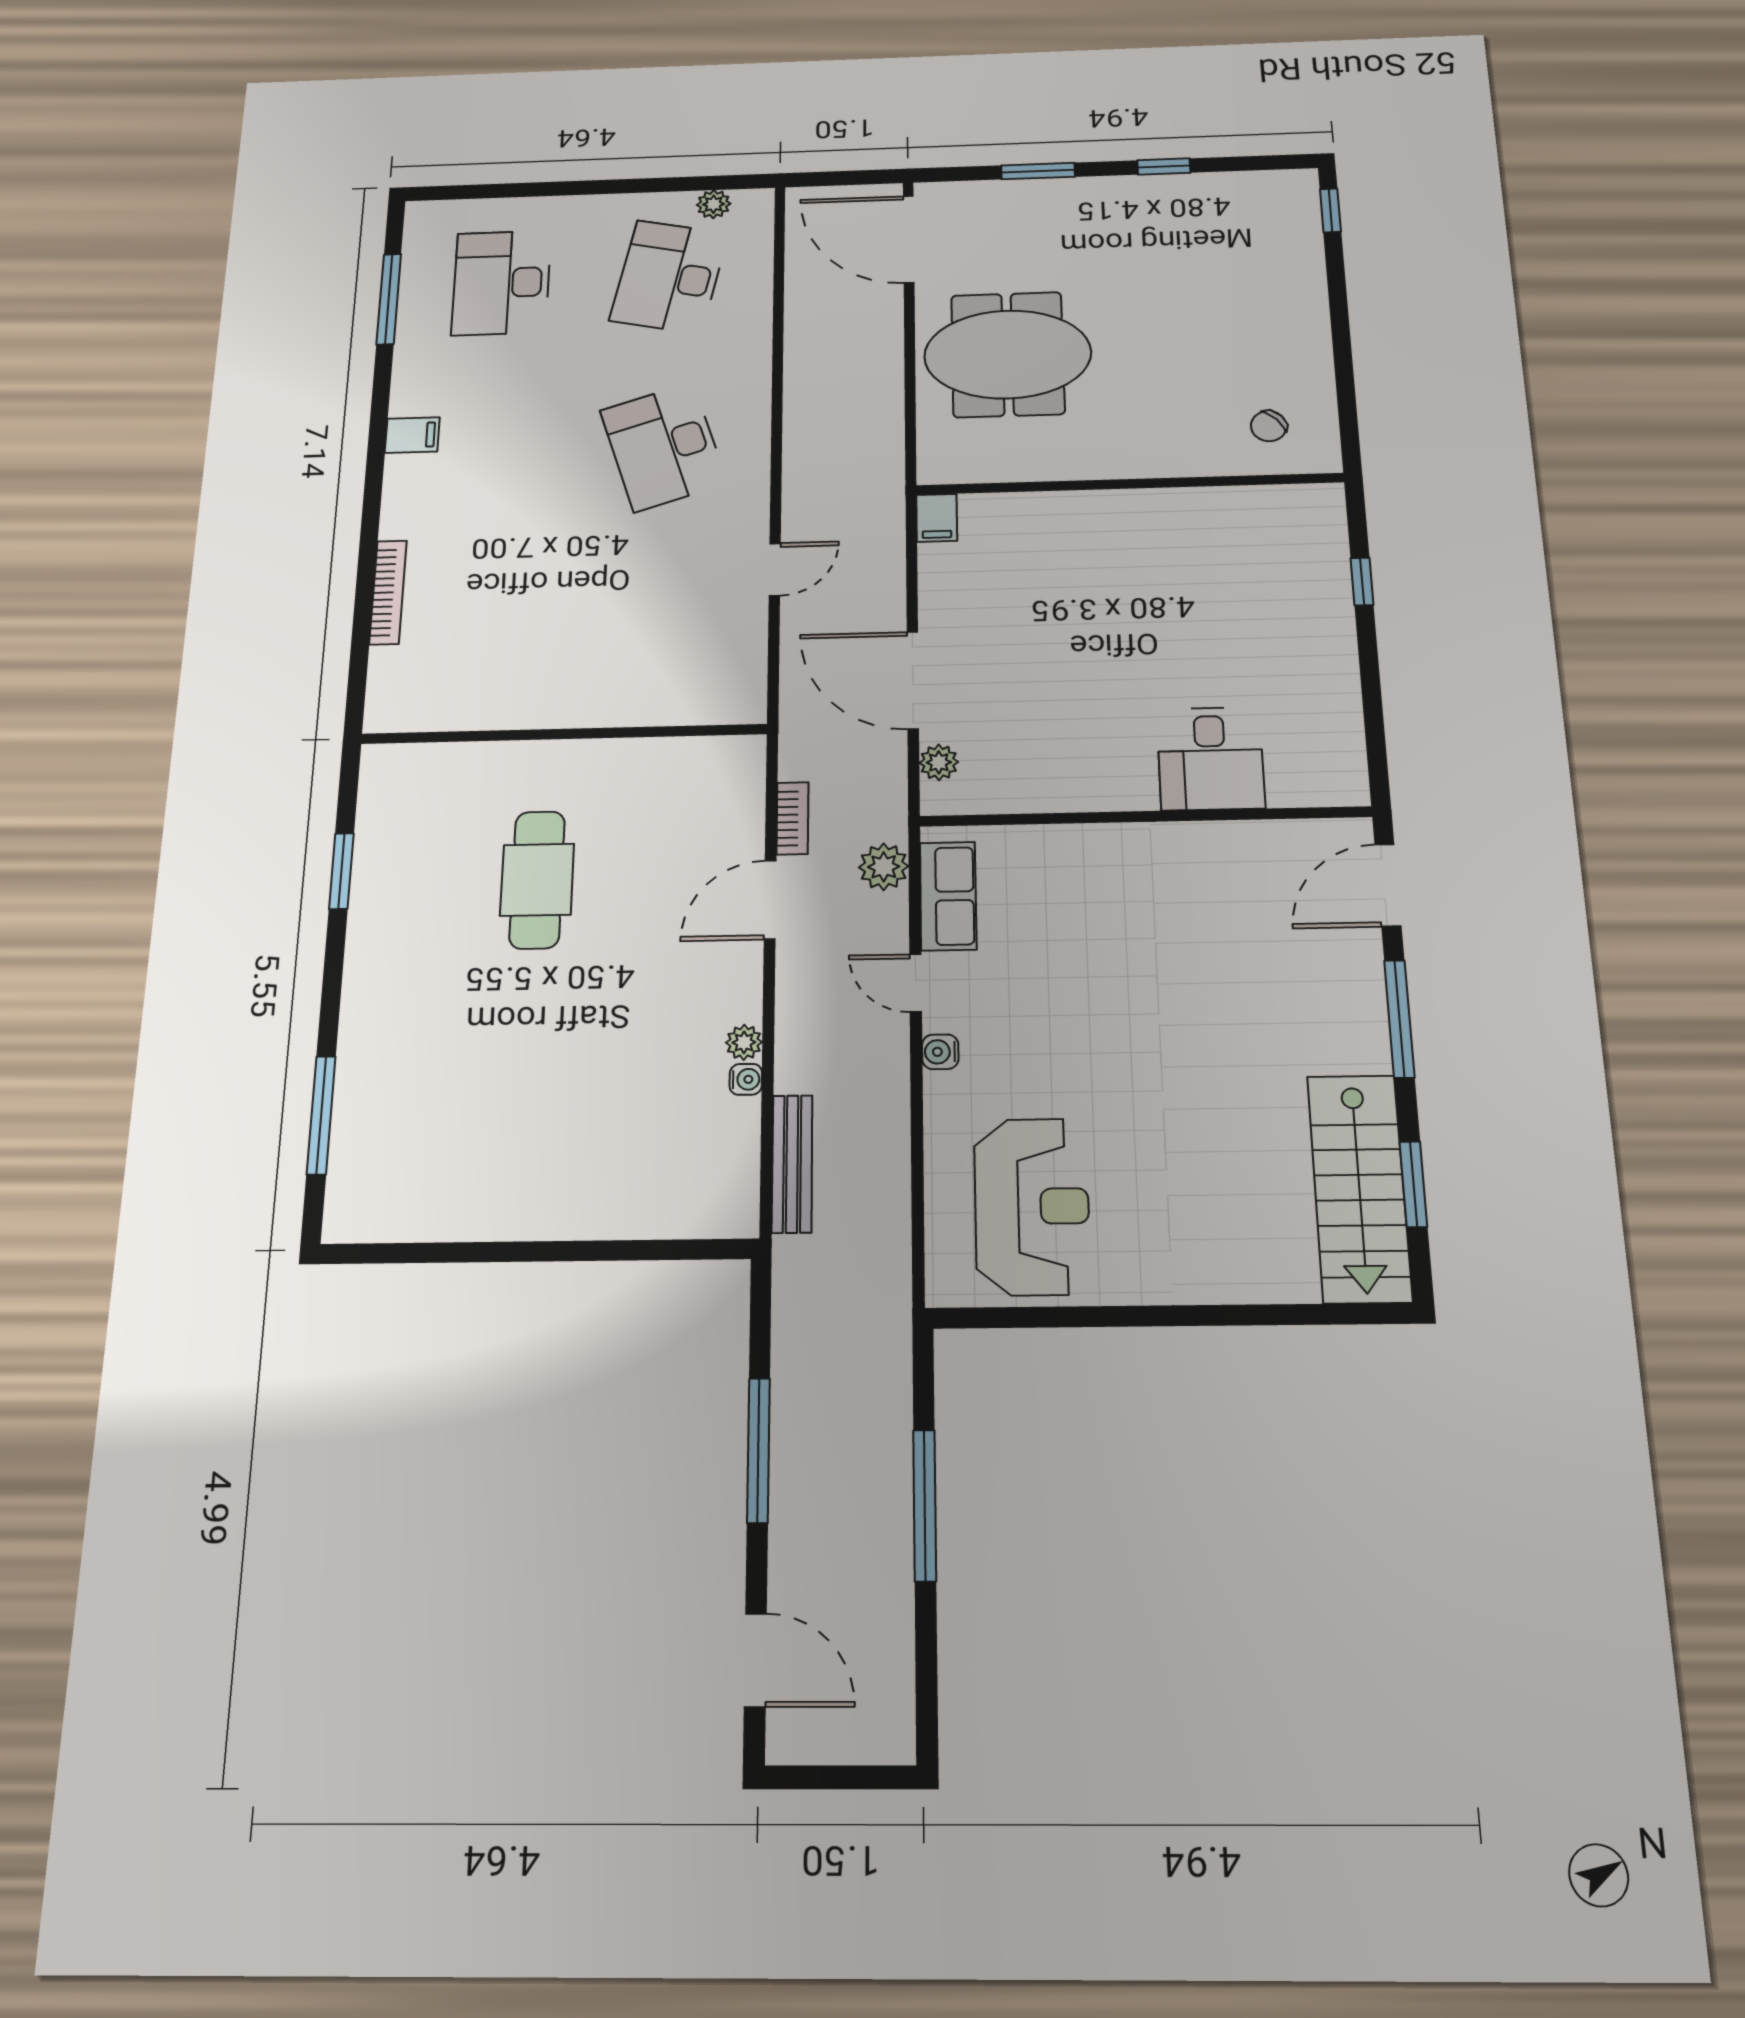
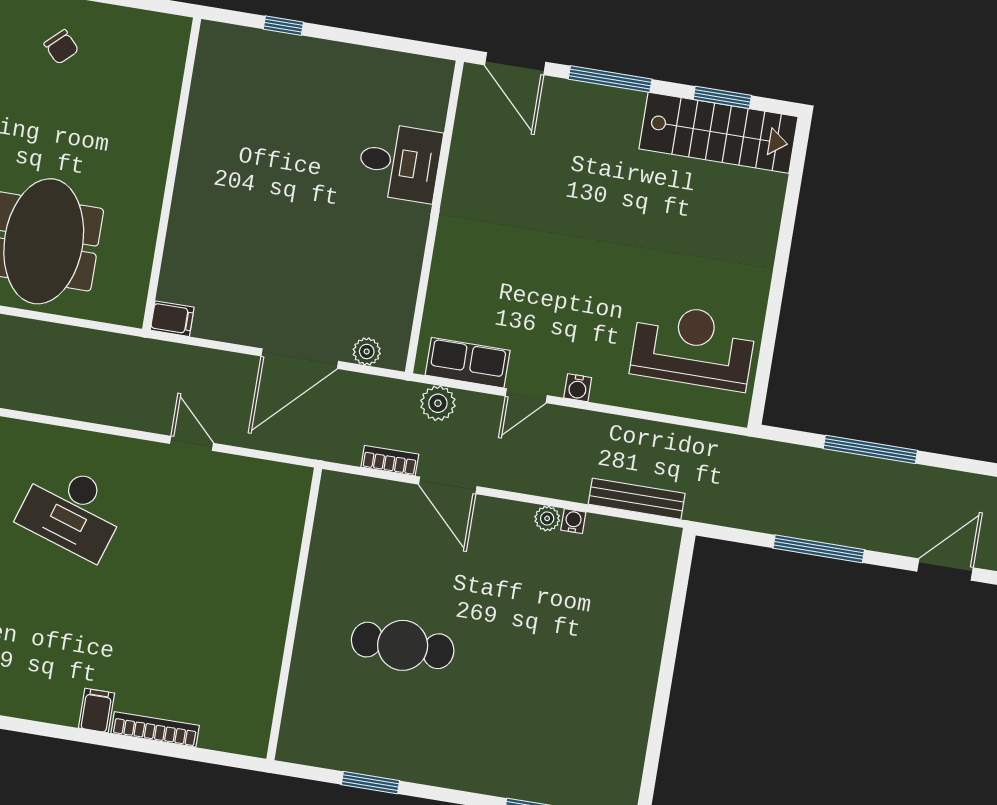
chair: (1269, 426) -> (61, 47), moved
filing cabinet: (412, 435) -> (96, 711), moved
desk: (664, 447) -> (72, 511), turned 36

